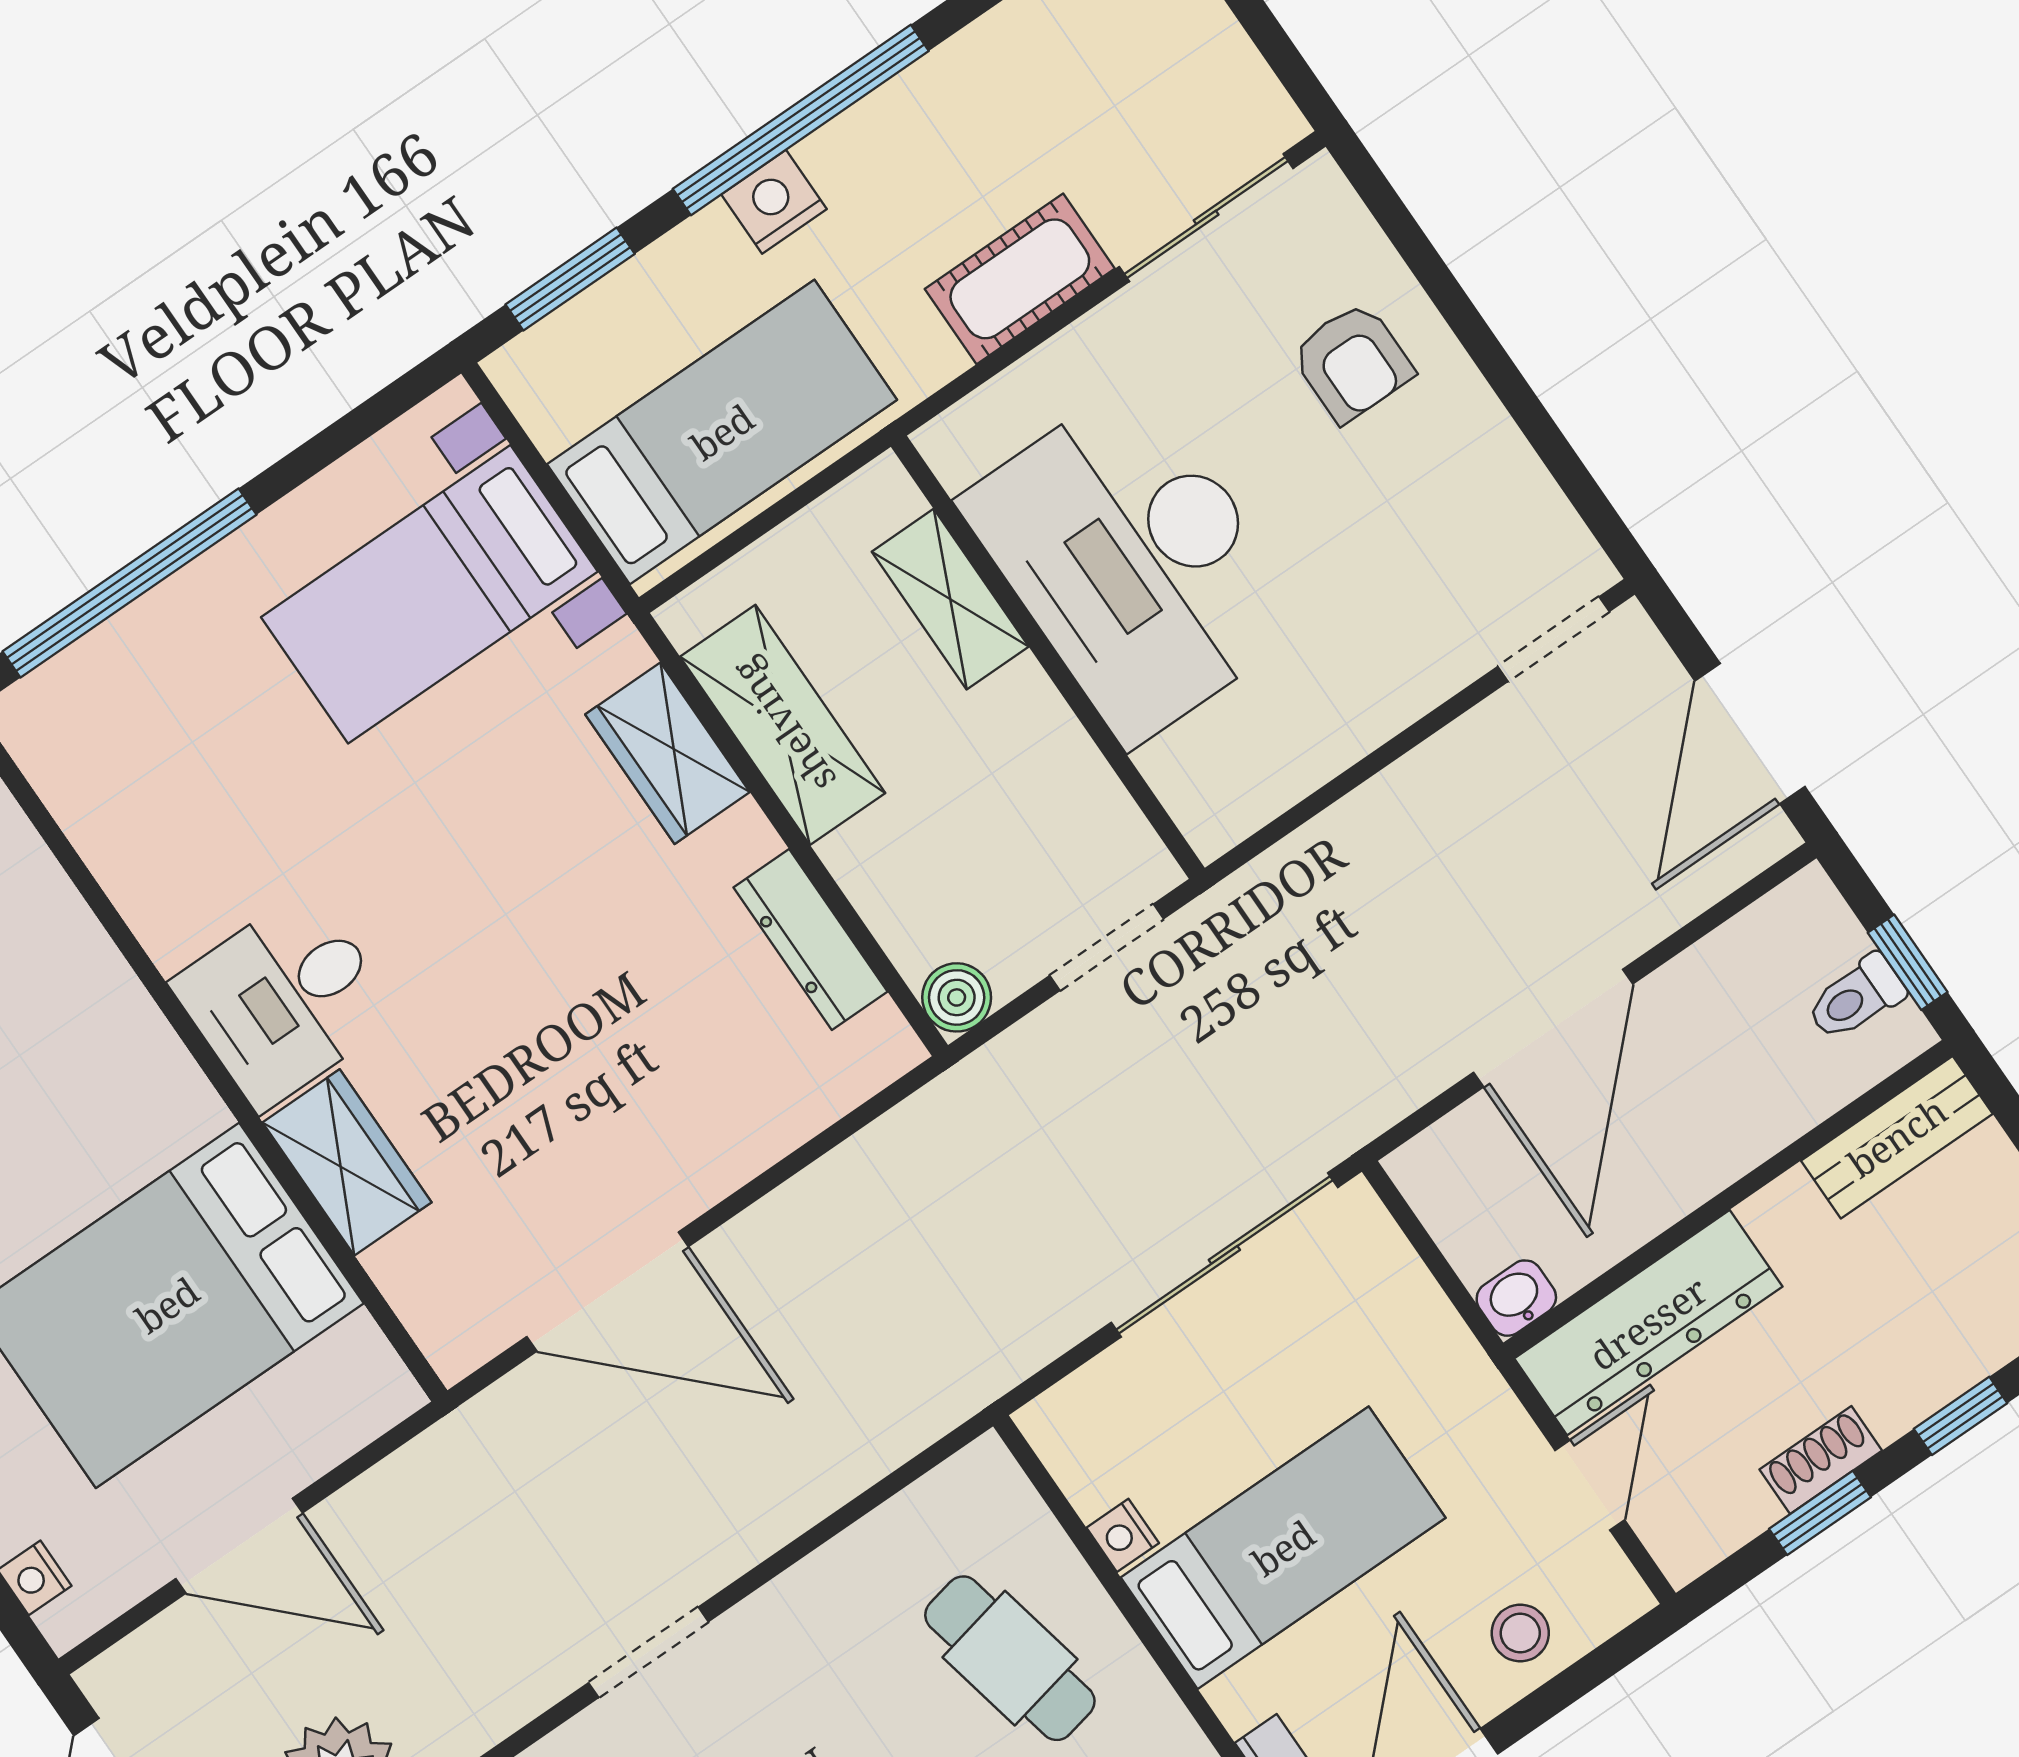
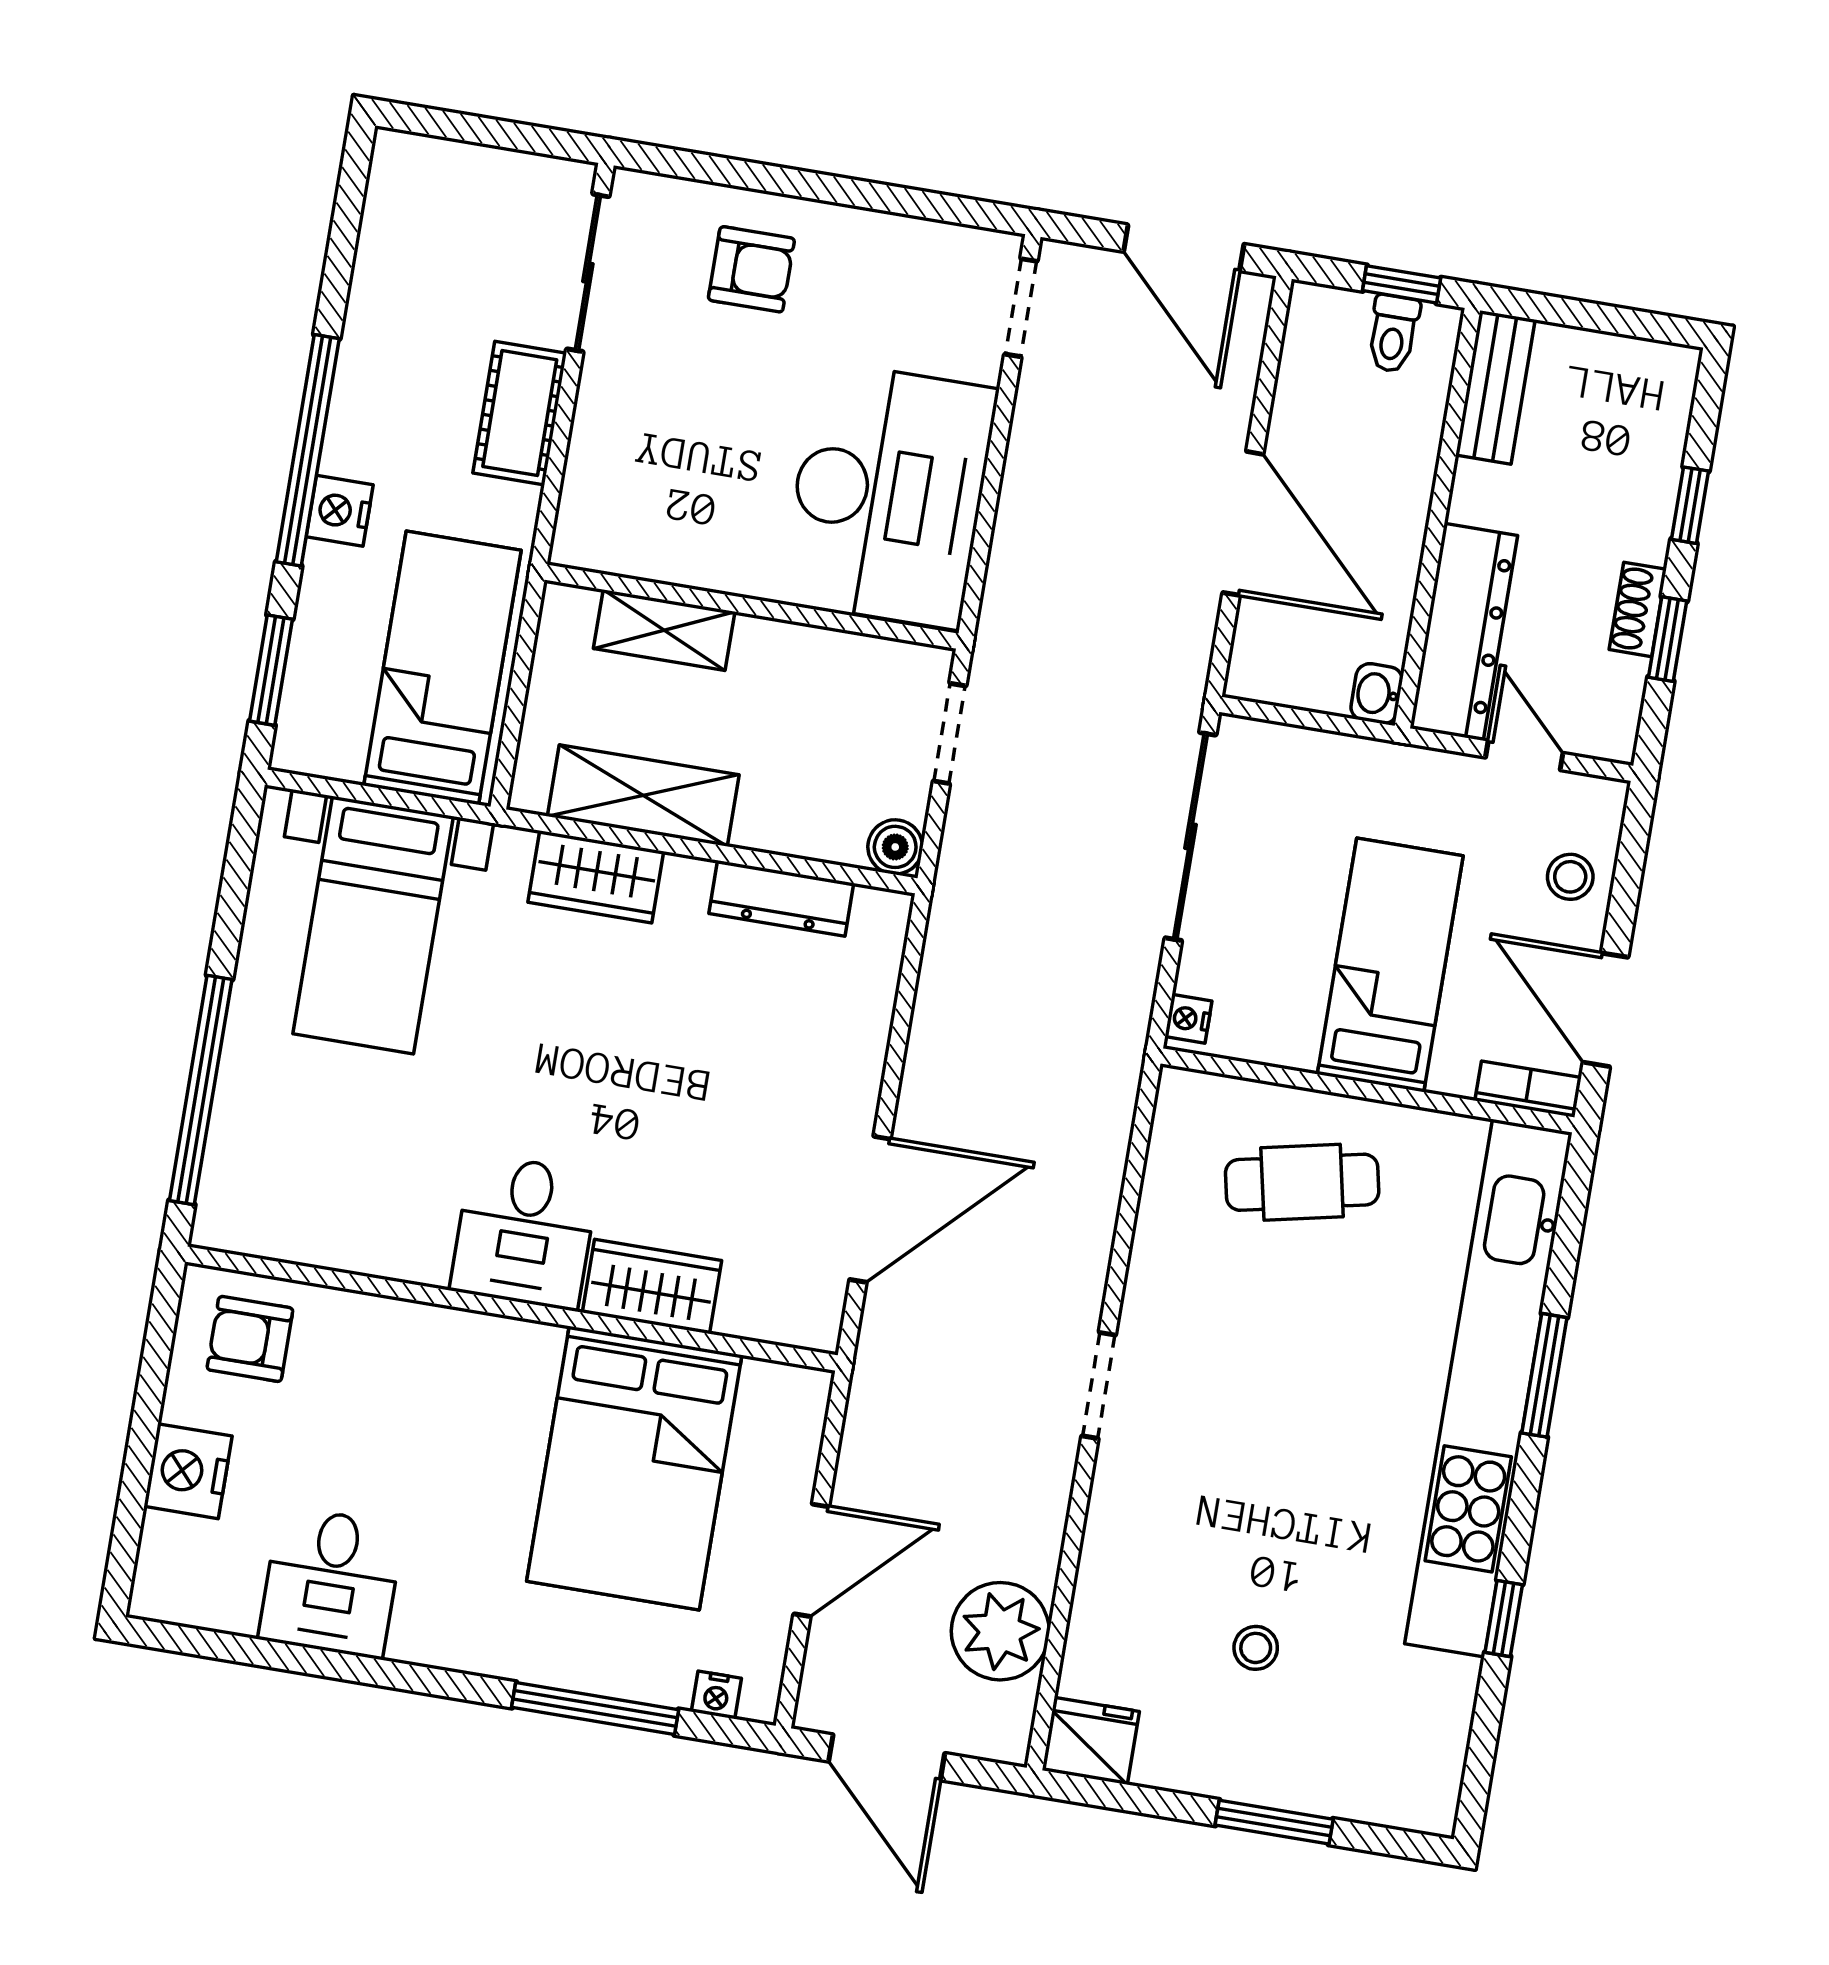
desk: (1134, 562) -> (889, 495), moved, turned -90
nightstand: (1123, 1535) -> (1188, 1019), moved, turned 90

